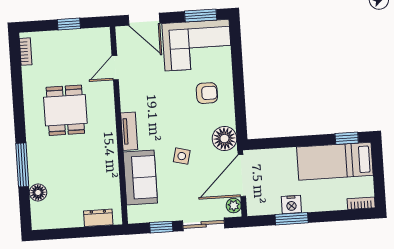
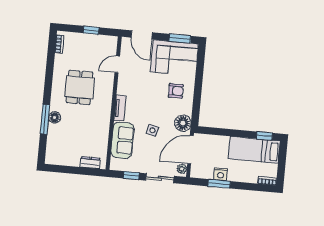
floor lamp: (38, 192) -> (55, 118), moved

